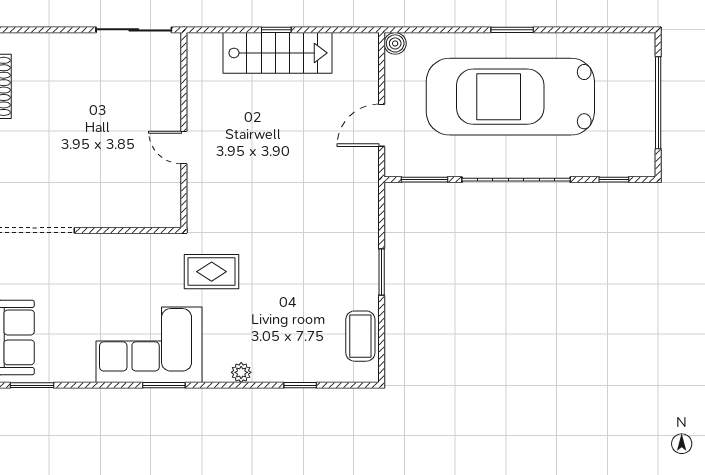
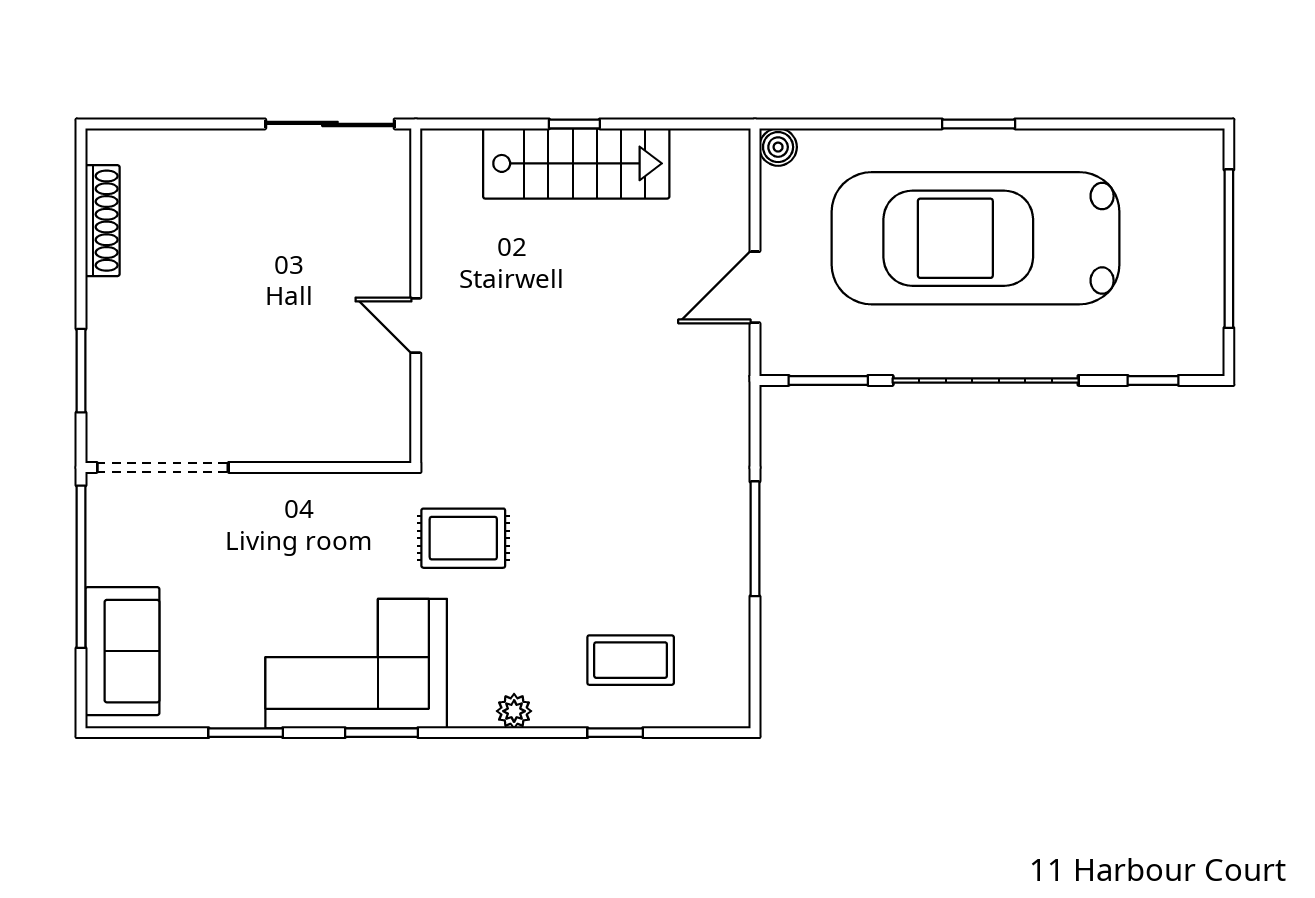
window: (382, 272) -> (755, 539), width x1.44
coffee table: (360, 336) -> (631, 660), moved, turned 90
window: (32, 385) -> (246, 733), moved

